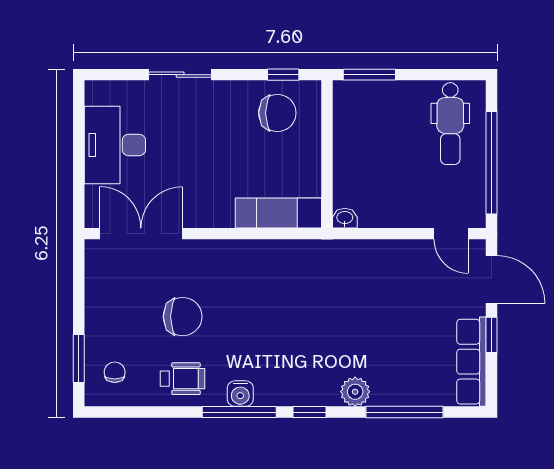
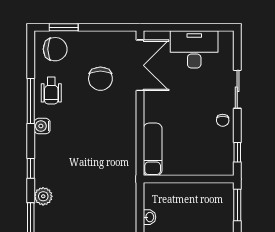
chair: (277, 113) -> (223, 120), moved, width x0.54, depth x0.54
washbasin: (345, 218) -> (149, 217), moved
chair: (183, 317) -> (100, 79), moved
chair: (115, 372) -> (55, 49), width x1.87, depth x1.87
window: (239, 412) -> (31, 101), moved

